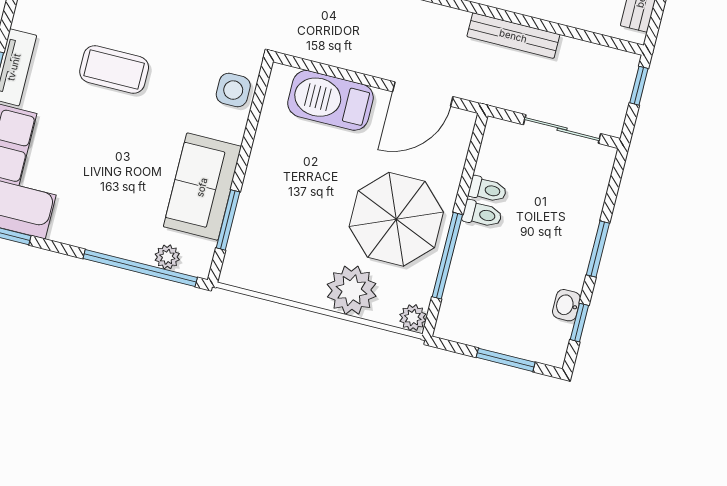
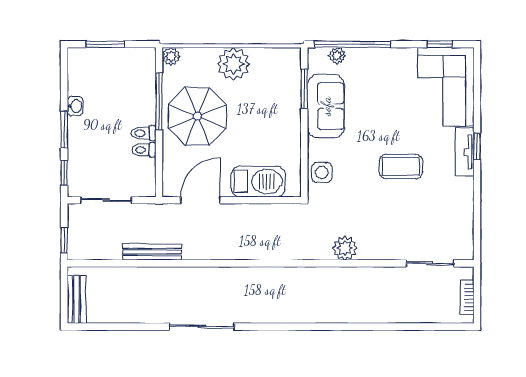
plant: (352, 290) -> (234, 64), moved
washbasin: (566, 305) -> (75, 106), moved
window: (579, 323) -> (64, 173), moved

